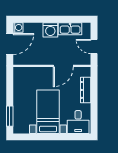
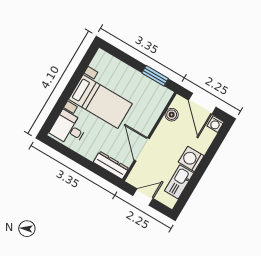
boiler: (29, 60) -> (172, 115), added
dresser: (86, 90) -> (111, 165), moved
window: (10, 116) -> (155, 76), moved

